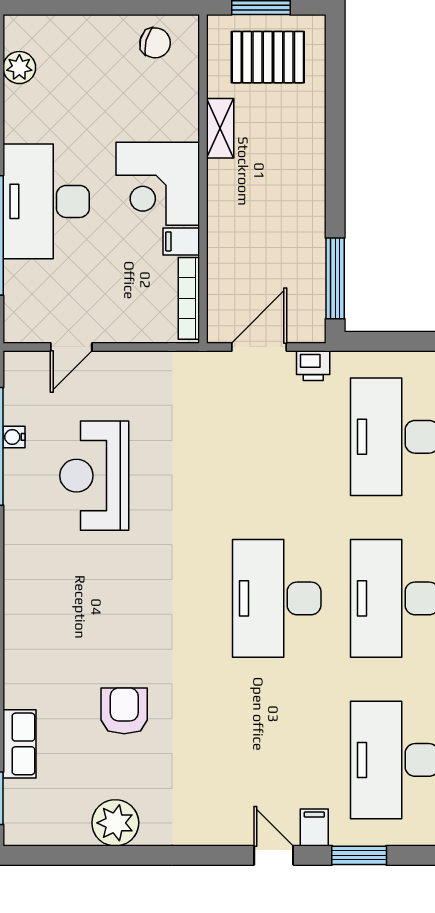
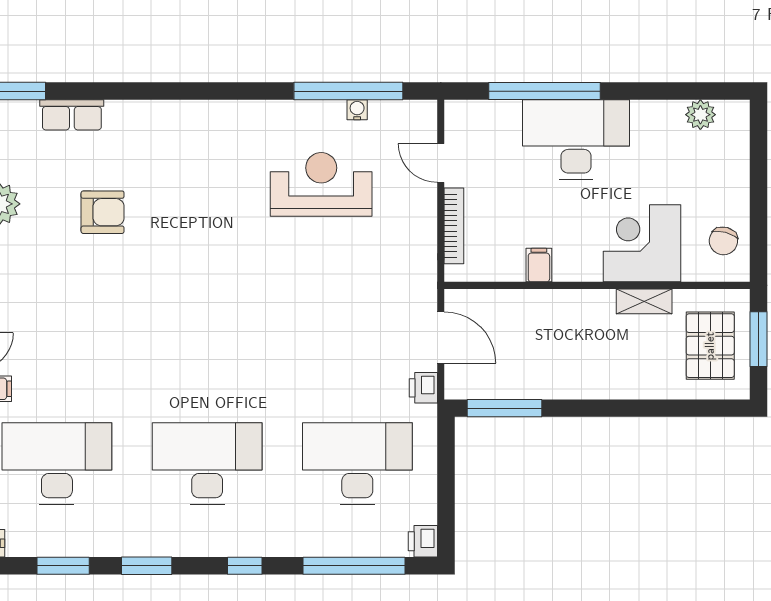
corner desk: (158, 184) -> (642, 243), moved
bookcase: (189, 298) -> (454, 226), moved, turned 90
desk: (277, 598) -> (207, 354), removed

